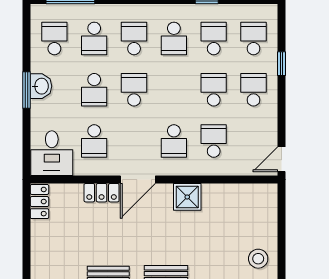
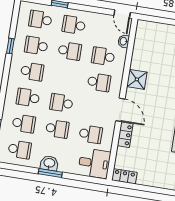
school desk: (54, 38) -> (20, 149), turned 180
school desk: (214, 90) -> (70, 51), turned 180
washbasin: (241, 168) -> (124, 41), added

